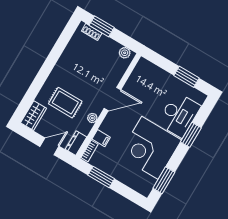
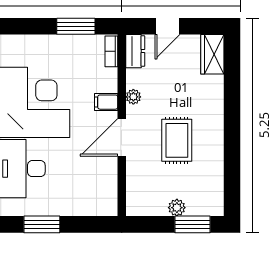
shoe rack: (92, 32) -> (201, 209), removed
plant: (125, 53) -> (177, 208), moved
rug: (65, 103) -> (177, 140), moved, turned 90
filing cabinet: (101, 138) -> (106, 102), moved

